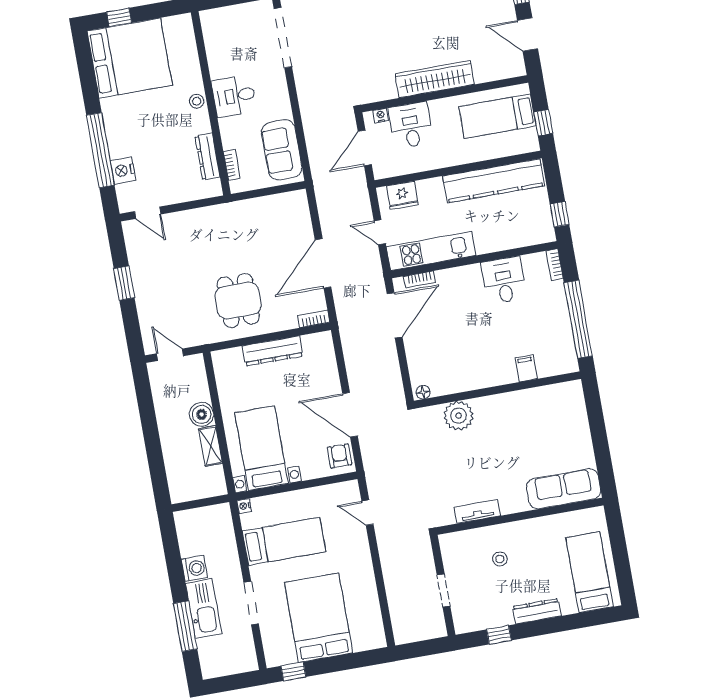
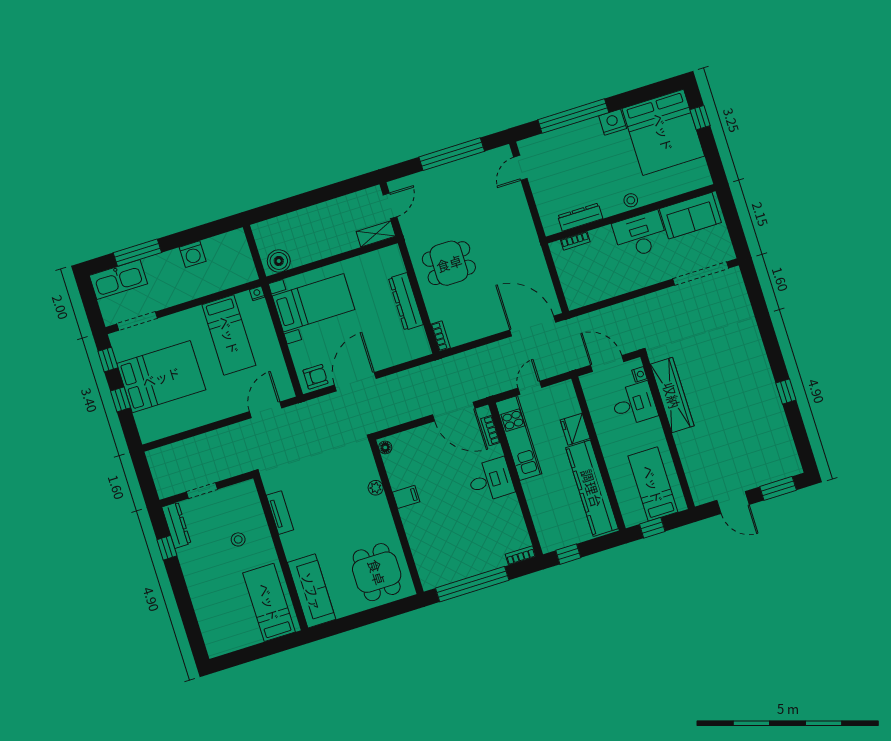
door: (528, 35) -> (733, 502), swing flipped
wardrobe: (435, 79) -> (672, 395), moved
desk: (234, 96) -> (640, 235), width x1.37
sofa: (282, 150) -> (690, 216), moved, turned 180
nightstand: (123, 170) -> (613, 122), moved
fridge: (402, 195) -> (575, 429), moved
door: (323, 263) -> (533, 326), moved
desk: (504, 280) -> (491, 480), moved
window: (124, 283) -> (452, 154), width x2.11
filing cabinet: (526, 368) -> (406, 497), moved
boiler: (202, 414) -> (279, 261), moved
plant: (459, 416) -> (376, 488), width x0.53, depth x0.53
dining table: (553, 418) -> (377, 572), added
shelving: (211, 446) -> (376, 234), moved
door: (367, 513) -> (266, 410), width x1.38
bed: (589, 572) -> (269, 602), moved, turned -90
doorway: (251, 603) -> (137, 321), moved
kitchen sink: (204, 608) -> (118, 280), moved
dresser: (537, 611) -> (176, 525), moved
window: (337, 664) -> (120, 399), added

